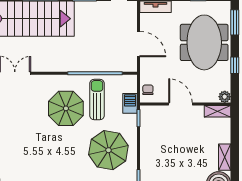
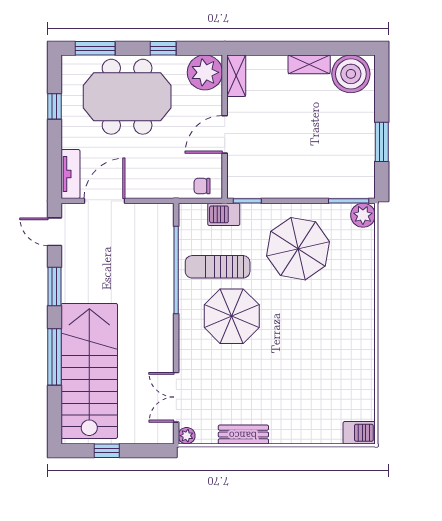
door: (139, 44) -> (105, 201), moved
plant: (225, 97) -> (205, 72), width x1.87, depth x1.87

